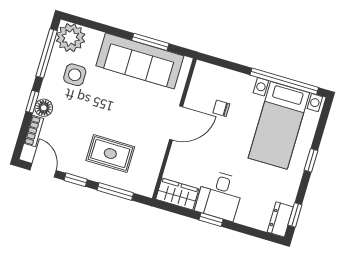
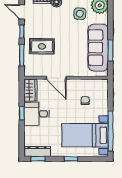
door: (176, 123) -> (56, 78), moved
rug: (110, 154) -> (42, 46), turned 90
door: (43, 170) -> (22, 12), swing flipped
dresser: (280, 219) -> (37, 151), width x1.44

